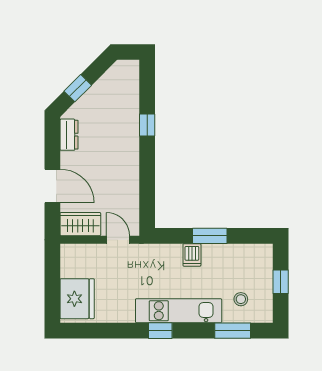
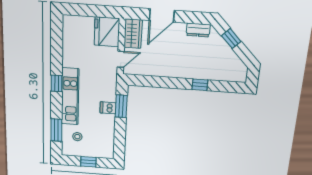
window: (210, 236) -> (121, 106), moved
fridge: (77, 299) -> (107, 32), moved, turned 90

